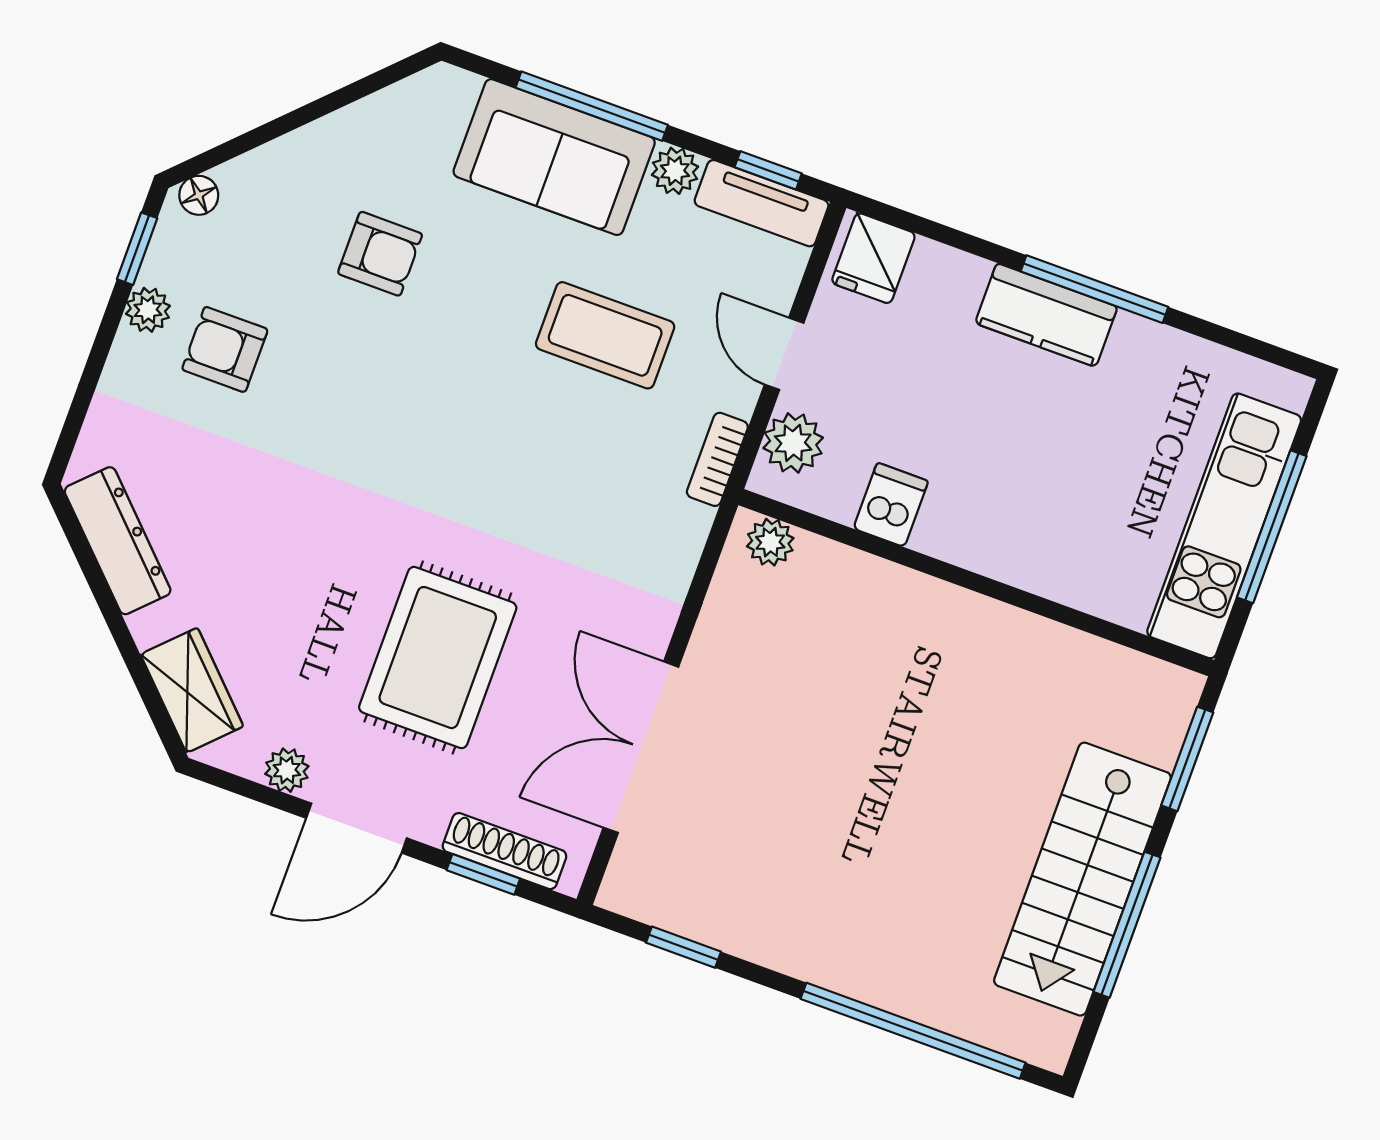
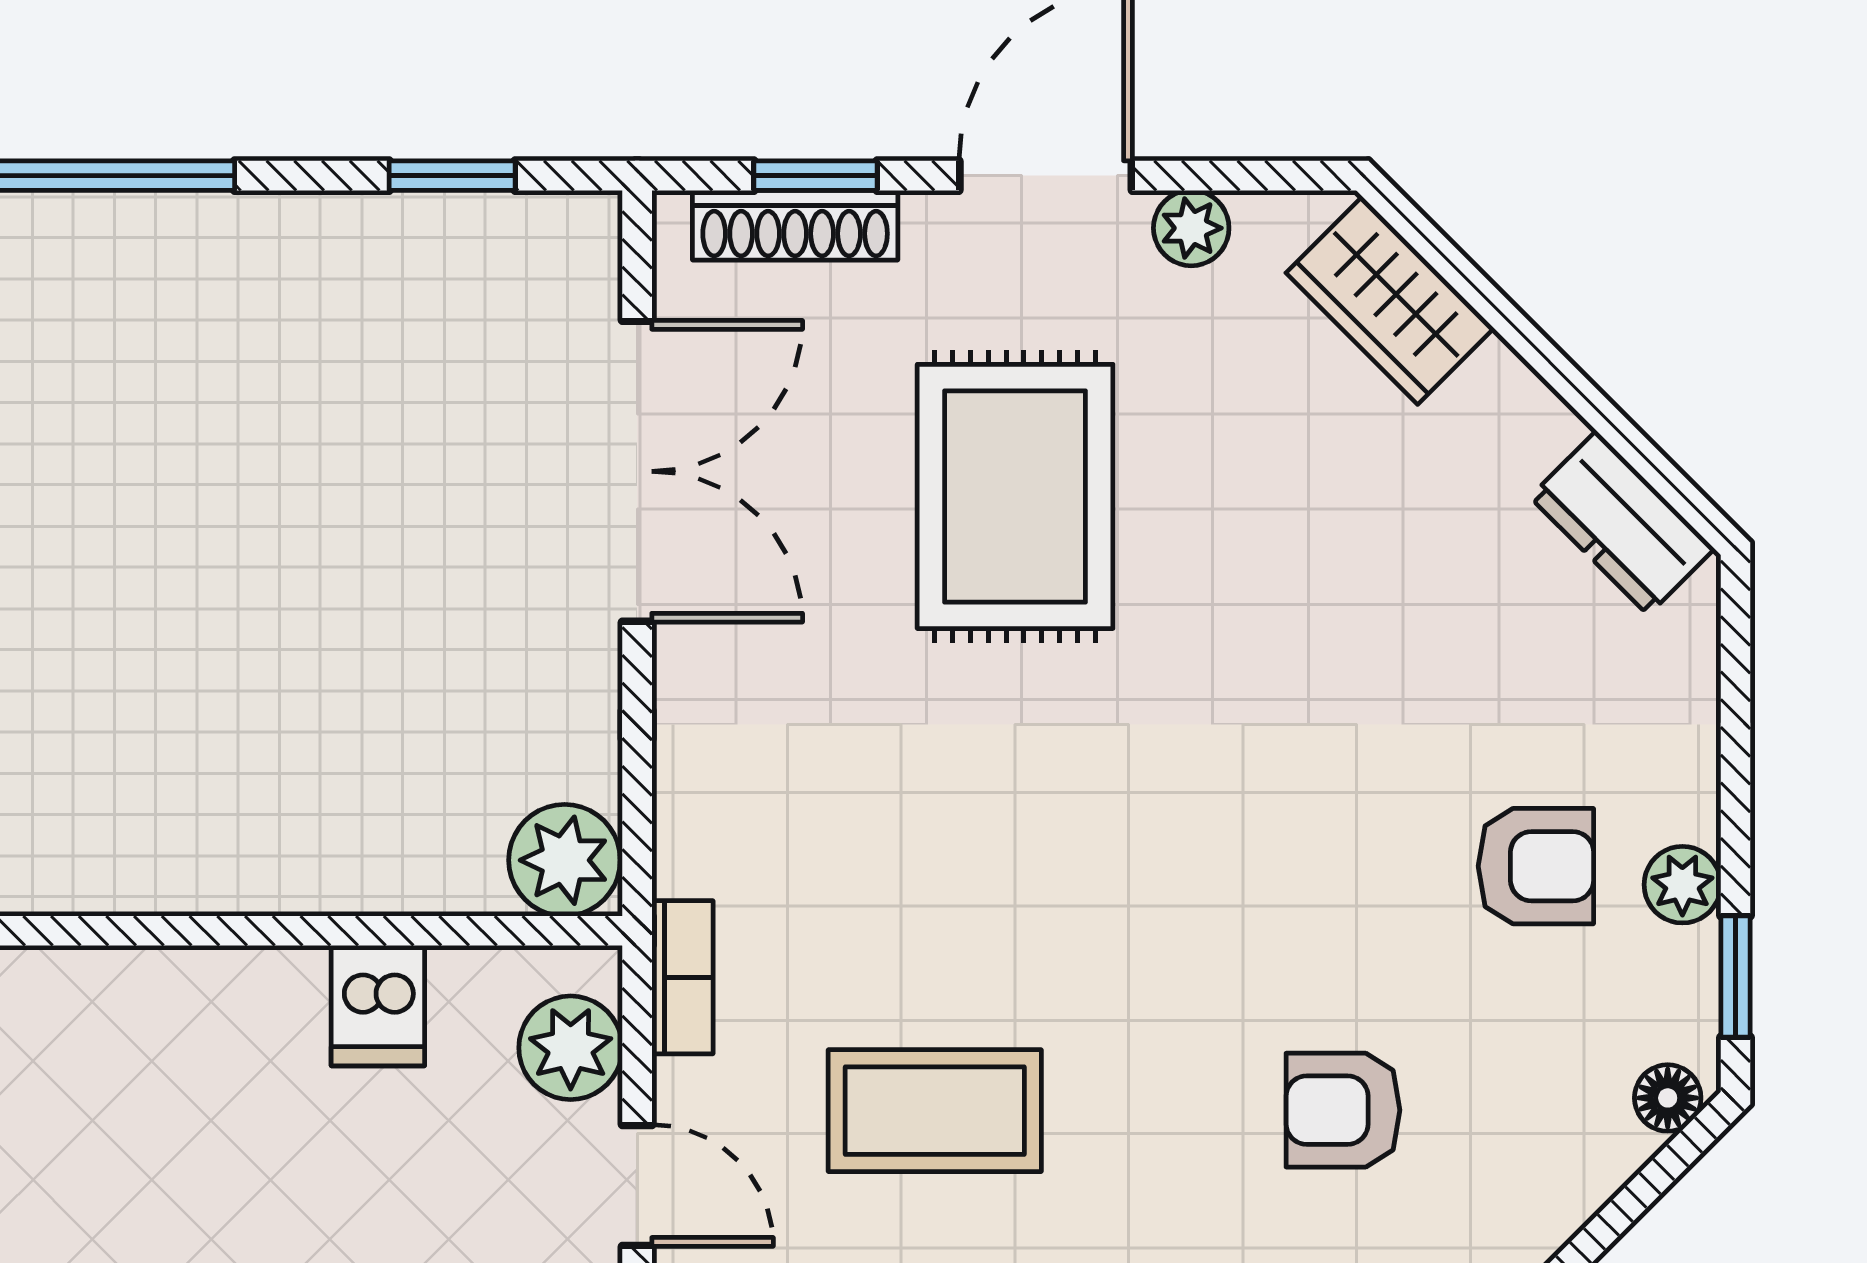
dresser: (118, 541) -> (1622, 523), width x0.70
plant: (770, 542) -> (565, 860), width x1.38, depth x1.38

